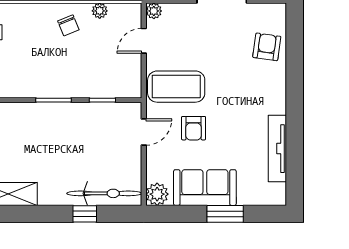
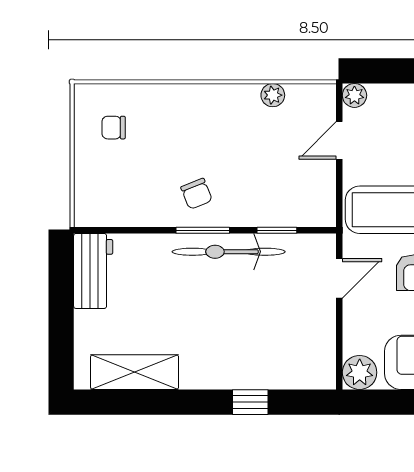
chair: (68, 25) -> (197, 194), moved
bicycle: (104, 193) -> (229, 252), moved, turned 180

